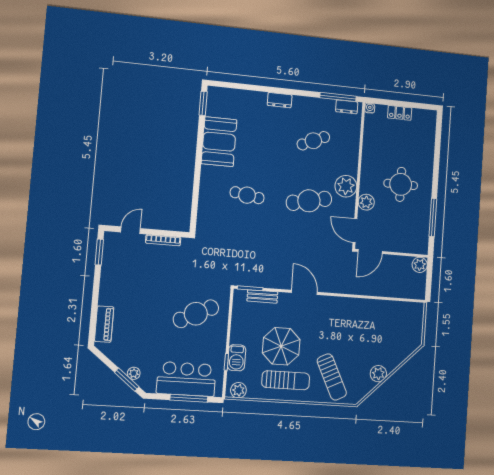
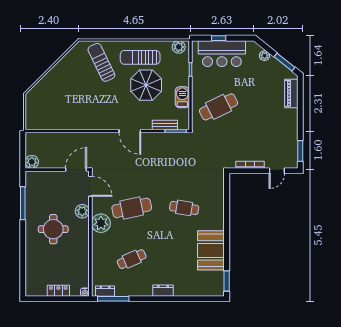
barbecue: (237, 358) -> (182, 97), moved
plant: (378, 374) -> (62, 68), removed
window: (127, 380) -> (285, 62), moved
window: (189, 398) -> (219, 38), width x0.46

